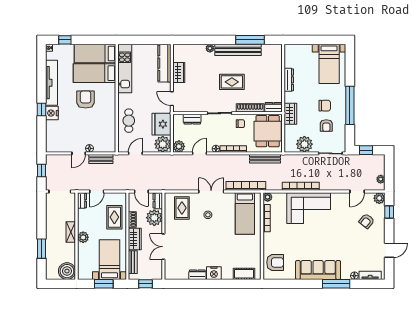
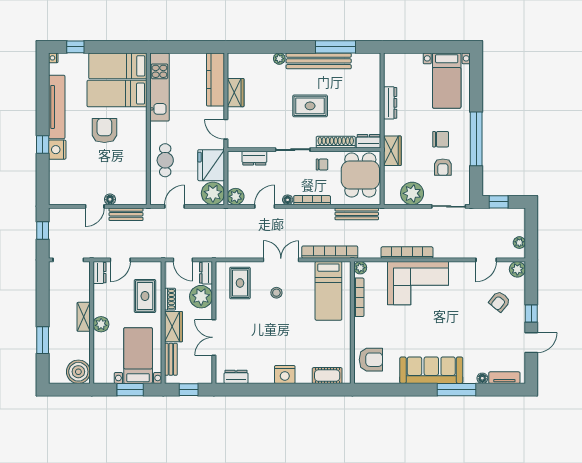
window: (389, 212) -> (531, 313), moved
dresser: (197, 275) -> (236, 377), moved

